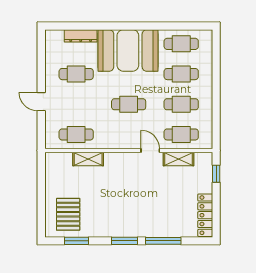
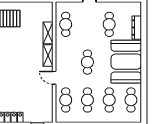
door: (150, 151) -> (54, 78), swing flipped
shelving: (178, 159) -> (48, 56), moved

